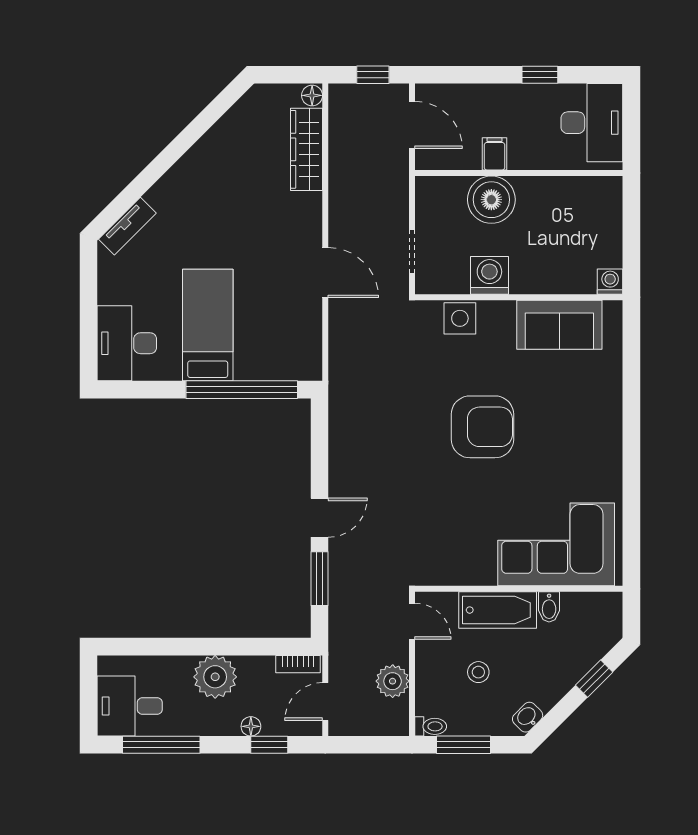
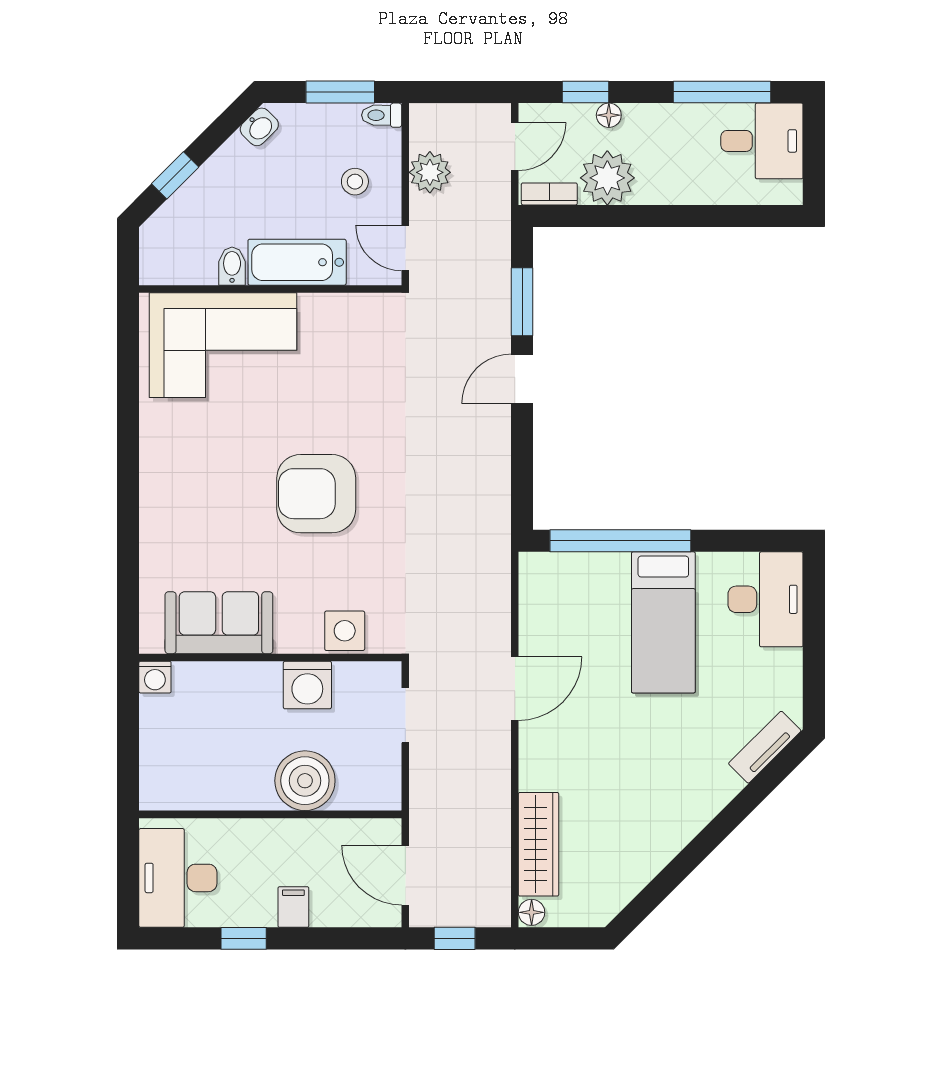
filing cabinet: (494, 154) -> (293, 907), moved, turned 180
door: (325, 273) -> (515, 689), swing flipped
stool: (478, 672) -> (355, 182), moved
plant: (215, 677) -> (607, 178), moved

